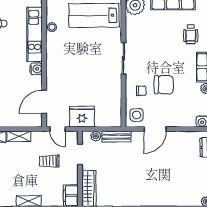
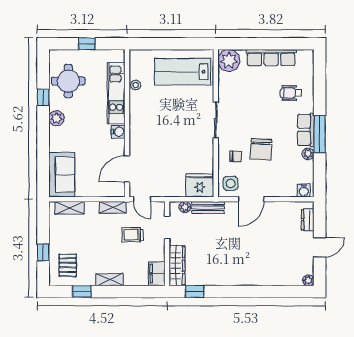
wheelchair: (191, 34) -> (291, 93), turned 90
chair: (164, 85) -> (261, 149), turned 93
fridge: (82, 117) -> (200, 185), moved
shelving: (19, 136) -> (113, 207), moved

